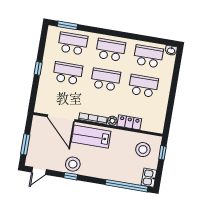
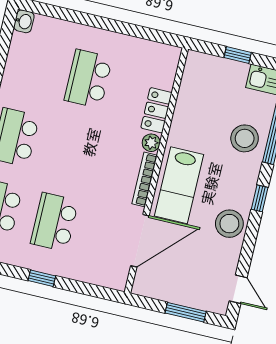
school desk: (148, 56) -> (32, 66), removed
school desk: (106, 80) -> (71, 150), removed
stool: (143, 150) -> (245, 138), moved
window: (162, 153) -> (238, 55), moved
window: (71, 176) -> (260, 198), moved

